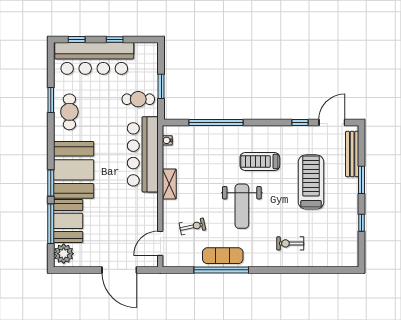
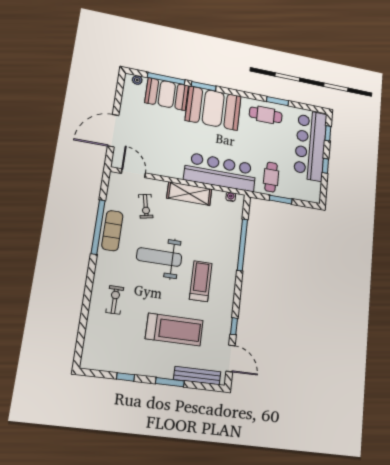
shelving: (169, 184) -> (189, 194), width x1.50, depth x1.33
plant: (64, 254) -> (137, 80), width x0.53, depth x0.53

